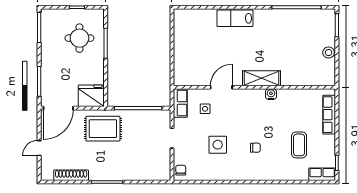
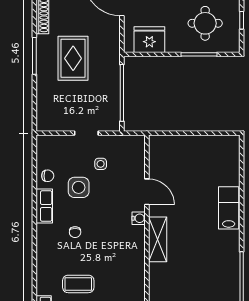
water cooler: (271, 94) -> (139, 218), moved
fridge: (91, 96) -> (149, 40), moved, turned -90
row of seats: (180, 103) -> (44, 206), moved, turned -90
side table: (205, 109) -> (101, 164), moved
rug: (103, 129) -> (73, 58), moved
chair: (181, 170) -> (48, 176), moved

